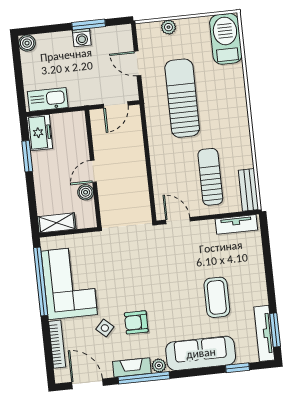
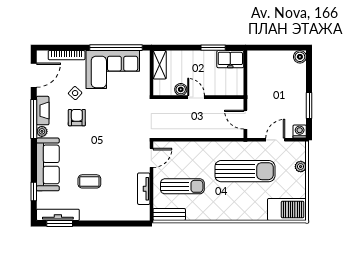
washing machine: (82, 38) -> (300, 131), moved, turned 90
kitchen sink: (48, 100) -> (255, 68), removed
tv unit: (236, 224) -> (144, 189), moved
coffee table: (217, 297) -> (89, 181), width x0.73, depth x0.77

